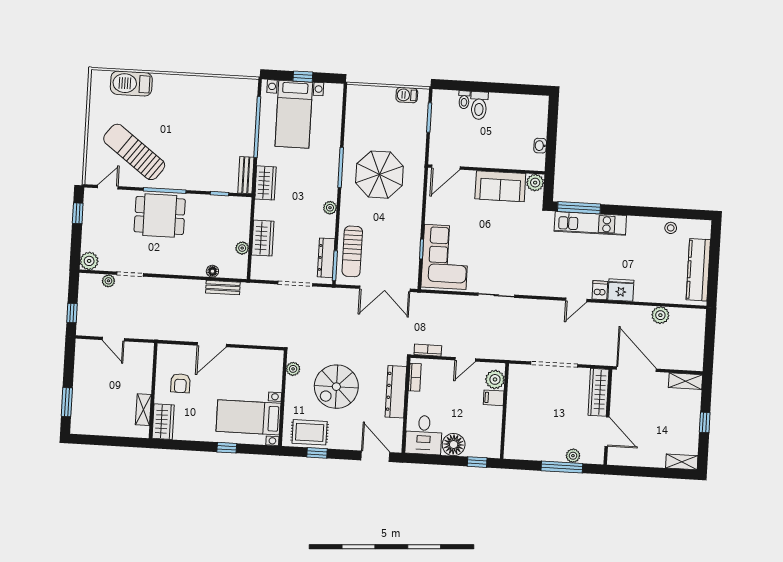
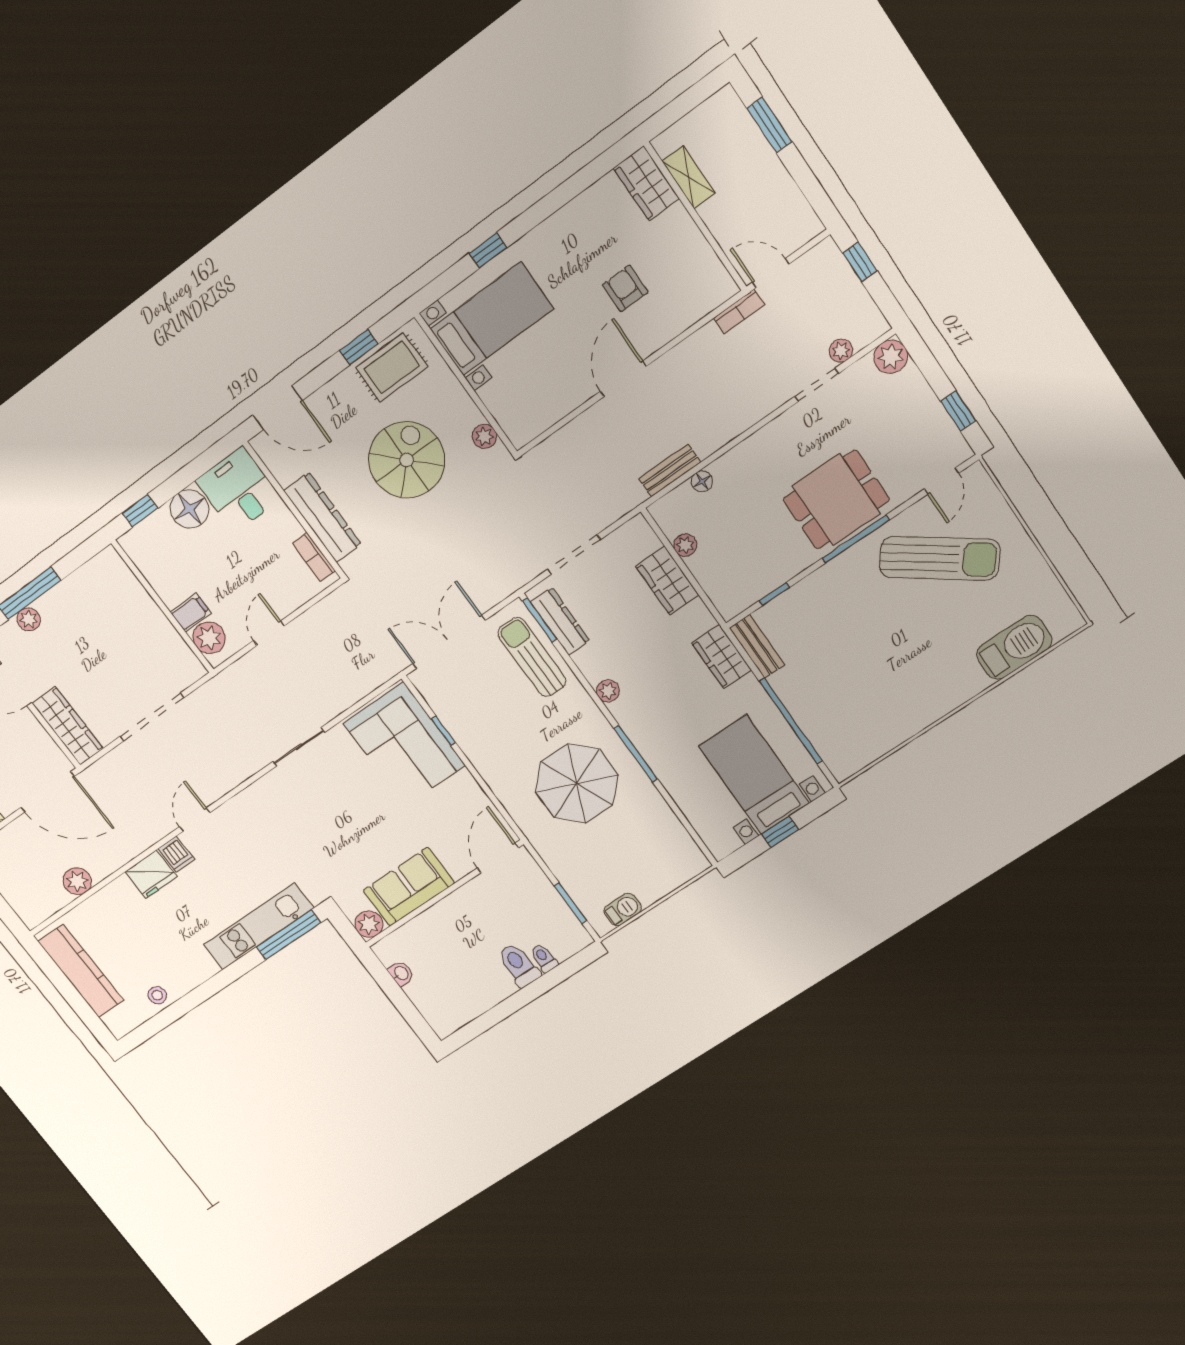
bookcase: (428, 350) -> (739, 311), moved
wall: (153, 391) -> (695, 217), moved
shelving: (143, 410) -> (689, 177), moved
wardrobe: (163, 422) -> (647, 183), moved

